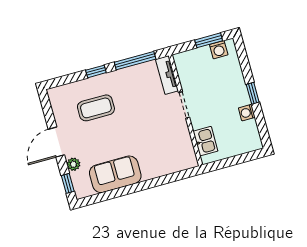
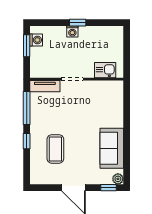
washing machine: (247, 113) -> (72, 32), moved
plant: (73, 164) -> (118, 179), moved

